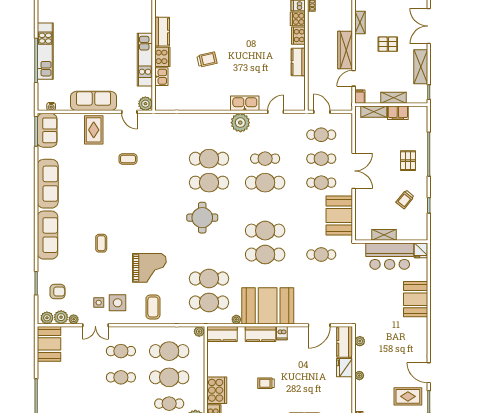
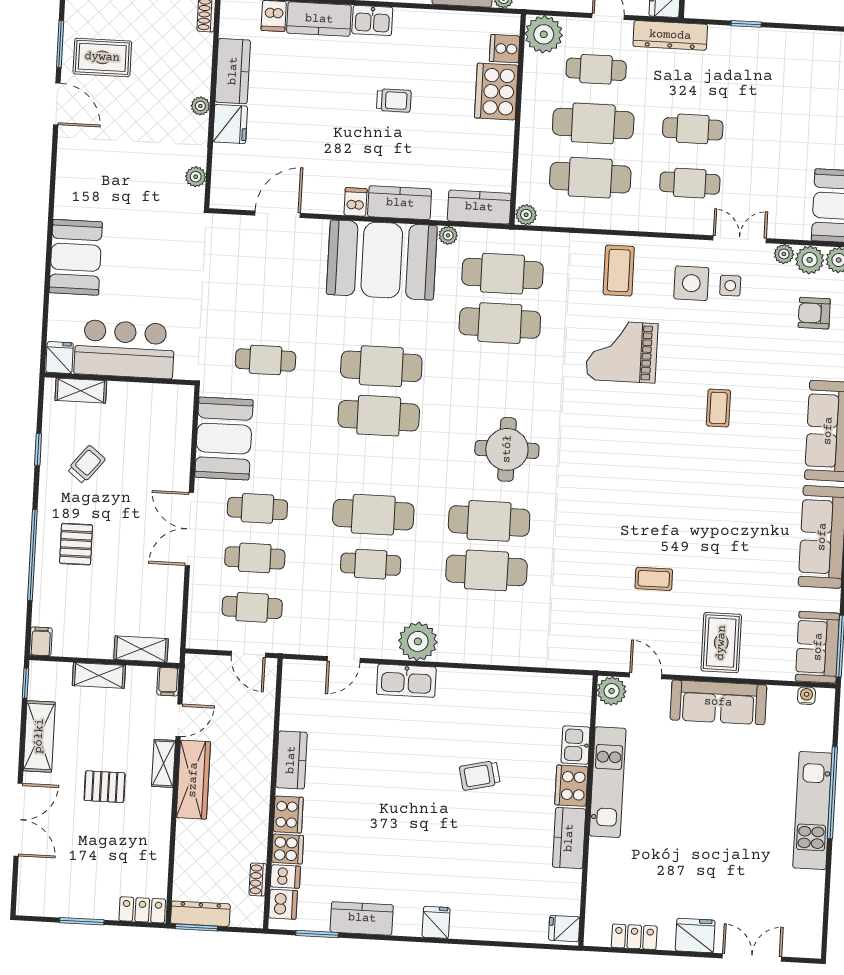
shelving: (360, 23) -> (163, 763), moved
filing cabinet: (398, 113) -> (41, 641), moved, width x0.50
shelving: (384, 235) -> (81, 391), moved
kitchen counter: (345, 342) -> (233, 71), moved

